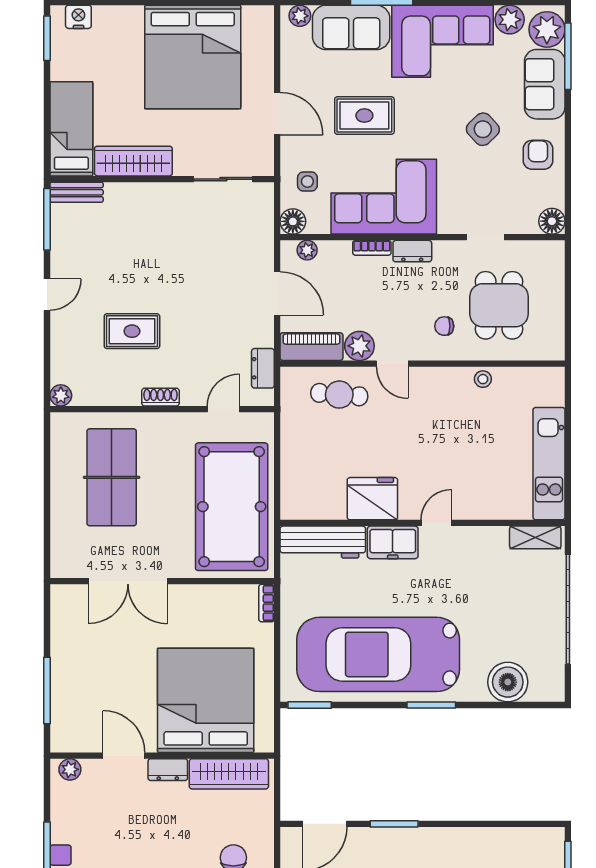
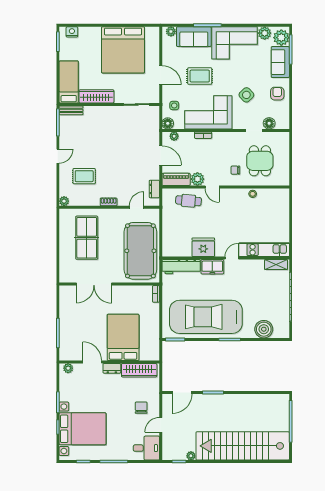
side table: (483, 129) -> (246, 95), moved
floor lamp: (552, 221) -> (269, 123), moved
dresser: (412, 251) -> (221, 137), removed
rug: (132, 331) -> (84, 176), moved
kitchen unit: (549, 464) -> (264, 250), moved, turned 90
bed: (206, 700) -> (123, 337), width x0.73

